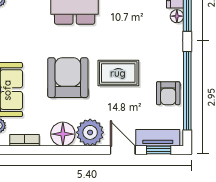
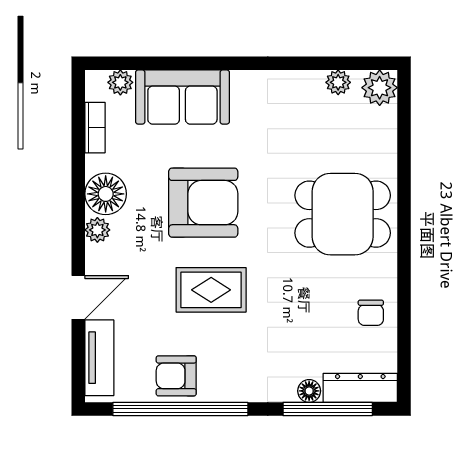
rug: (118, 73) -> (211, 290), turned 90
plant: (90, 132) -> (97, 230), width x0.53, depth x0.53
window: (159, 150) -> (78, 359), removed

